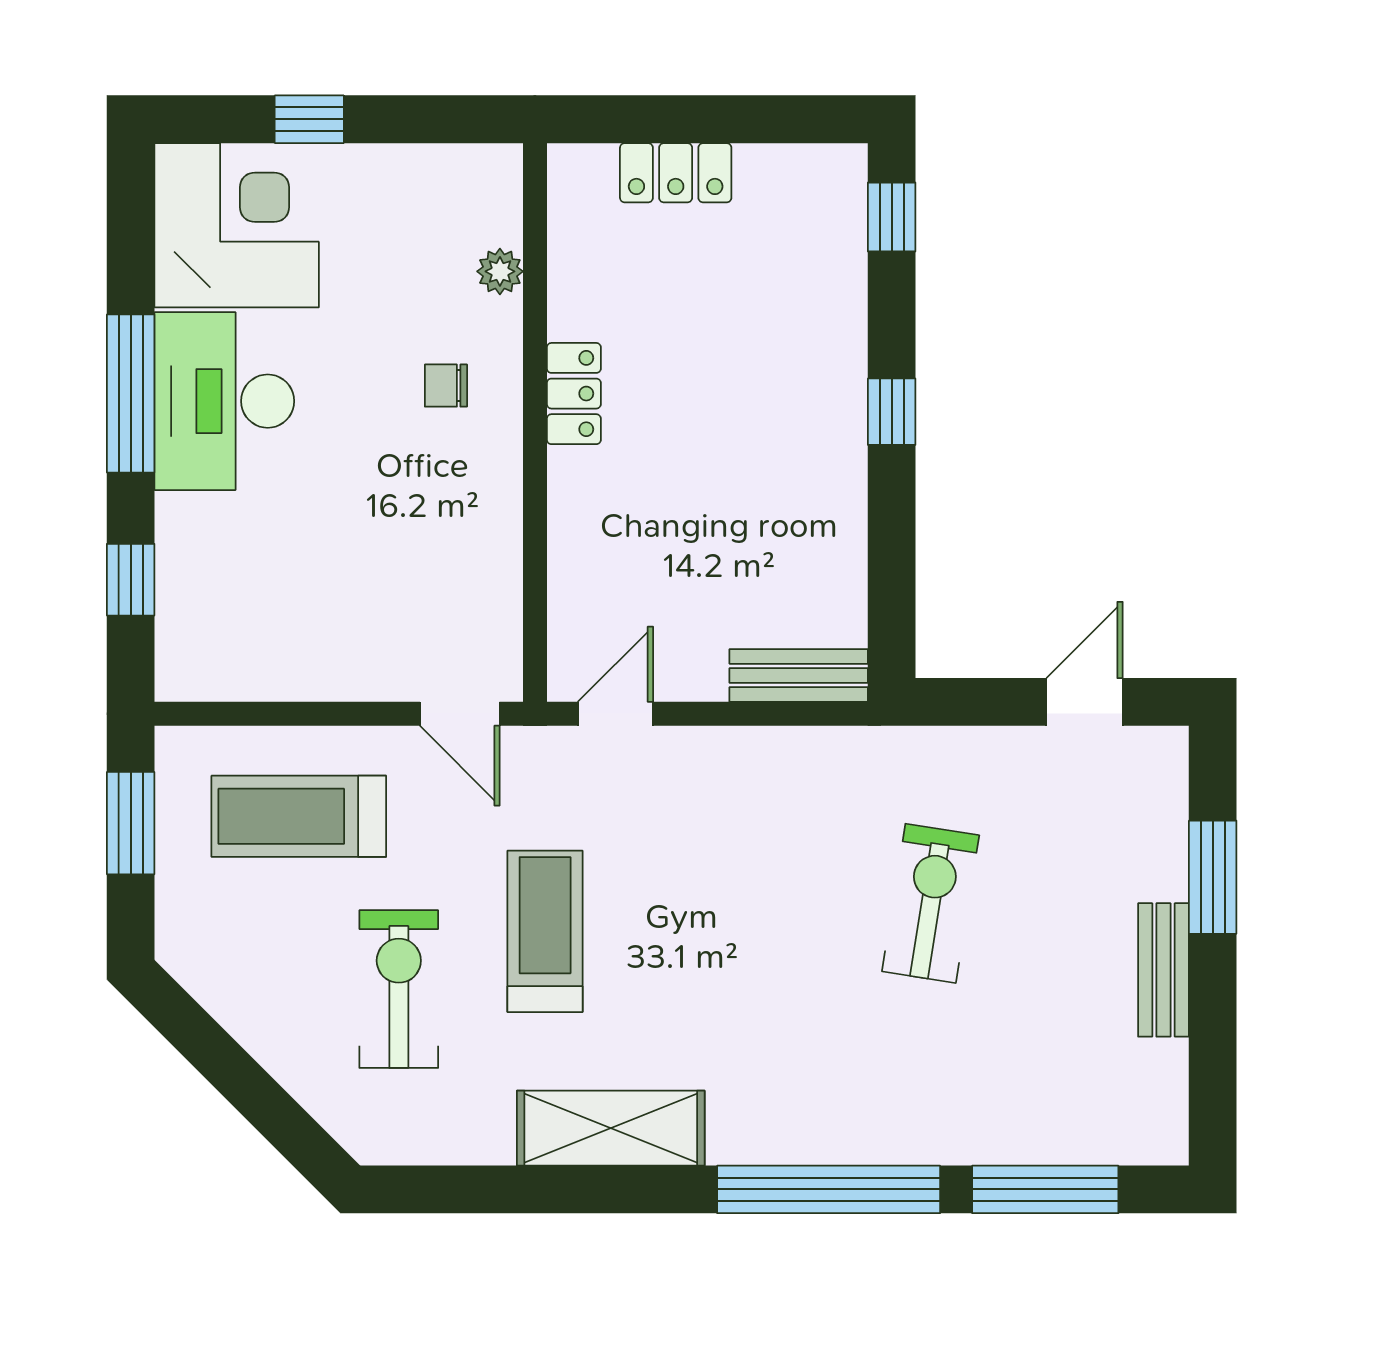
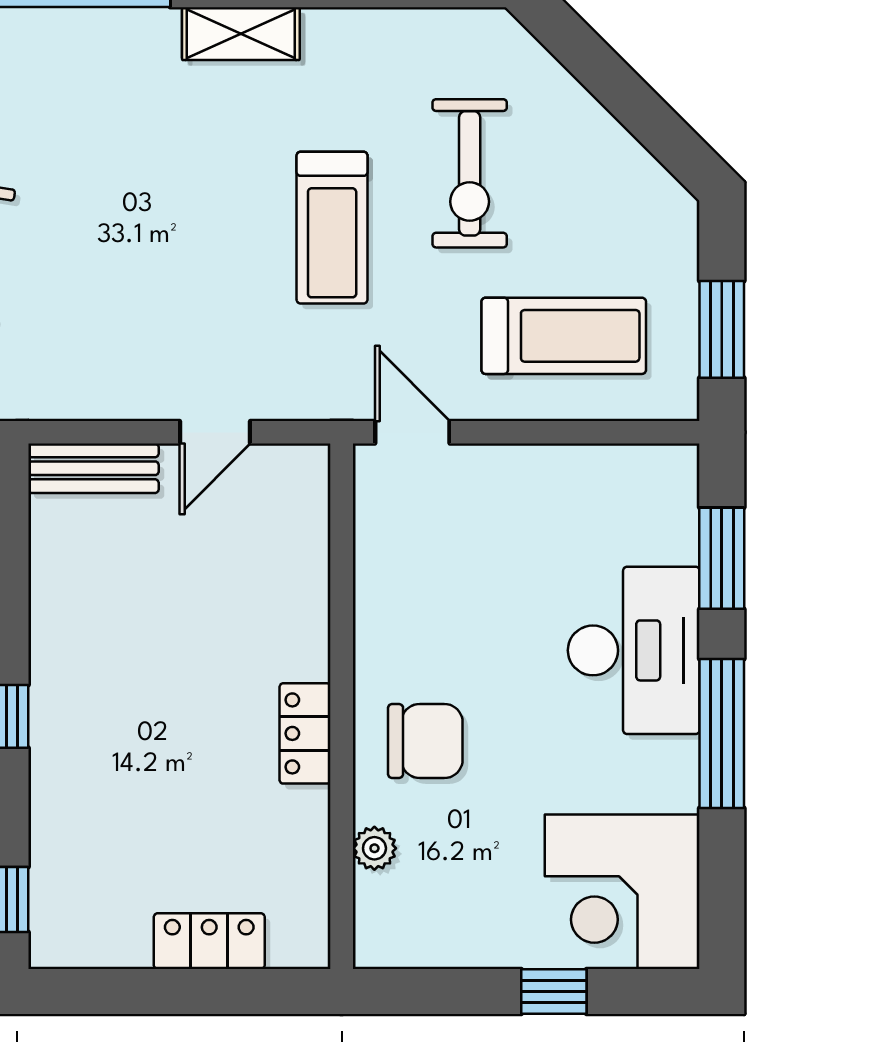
chair: (446, 386) -> (425, 741), width x1.87, depth x1.87
desk: (224, 401) -> (634, 650), moved
window: (131, 580) -> (722, 558), width x1.50
door: (615, 714) -> (215, 432), moved
shelving: (611, 1128) -> (241, 34), width x0.67, depth x0.75

